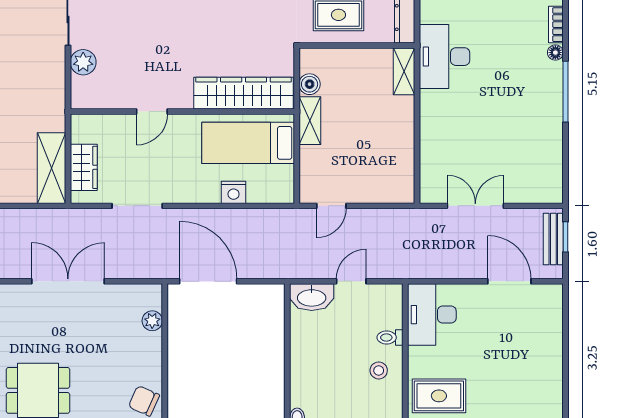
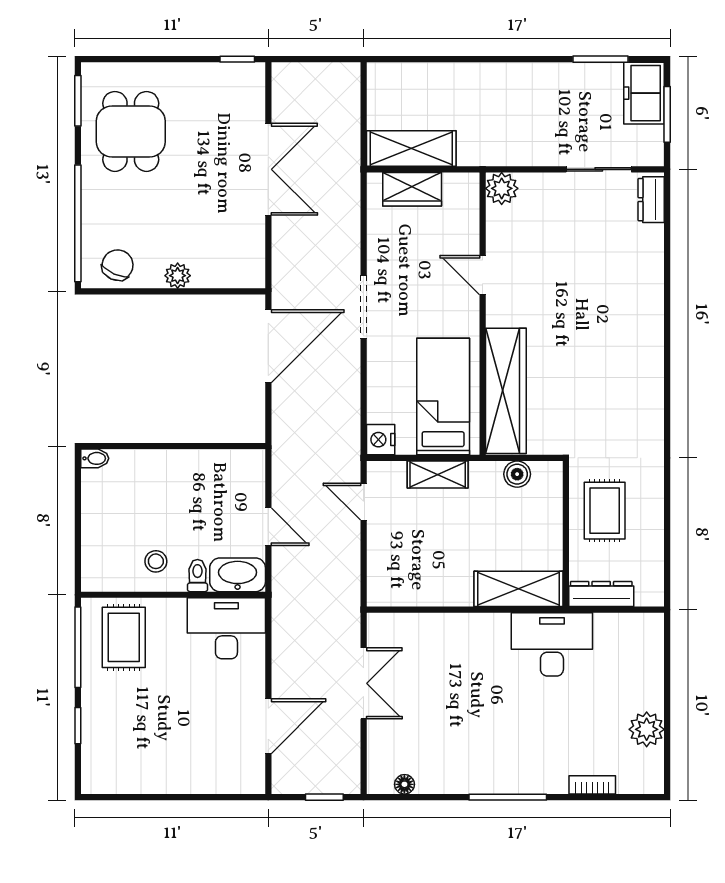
floor lamp: (555, 53) -> (404, 784), moved
plant: (83, 62) -> (502, 188), moved
shelving: (404, 71) -> (518, 589), width x1.50, depth x1.33
shelving: (310, 121) -> (438, 475), moved
nightstand: (234, 192) -> (381, 440), moved
doorway: (137, 206) -> (364, 307), moved
bench: (553, 239) -> (322, 782), removed
washbasin: (312, 297) -> (238, 575), moved, turned 90
plant: (152, 321) -> (178, 276), moved

